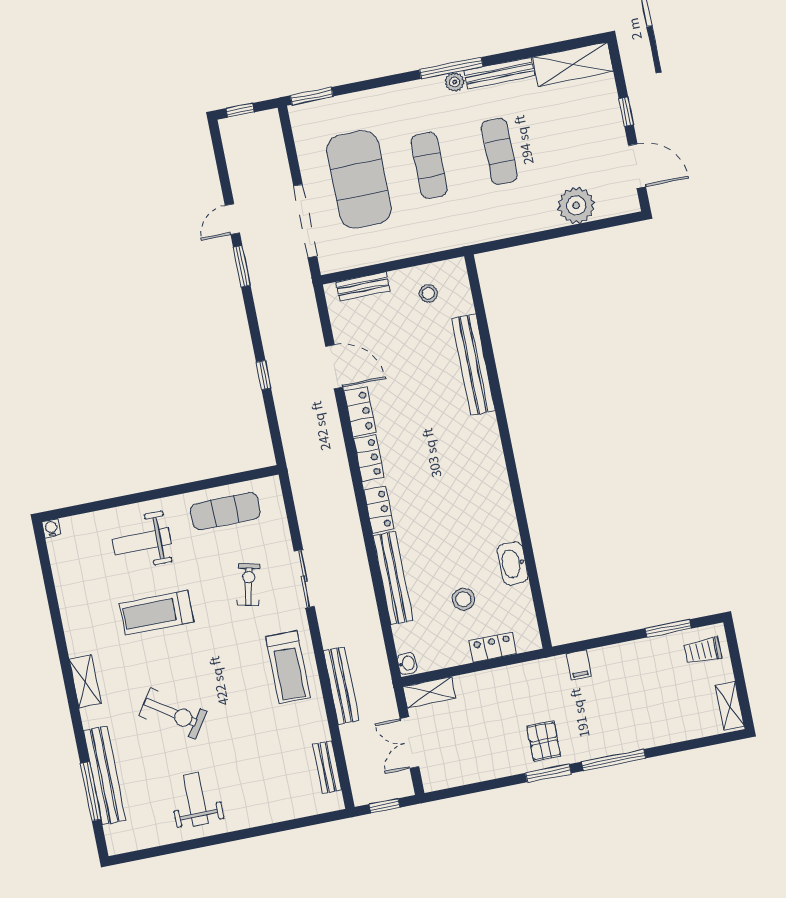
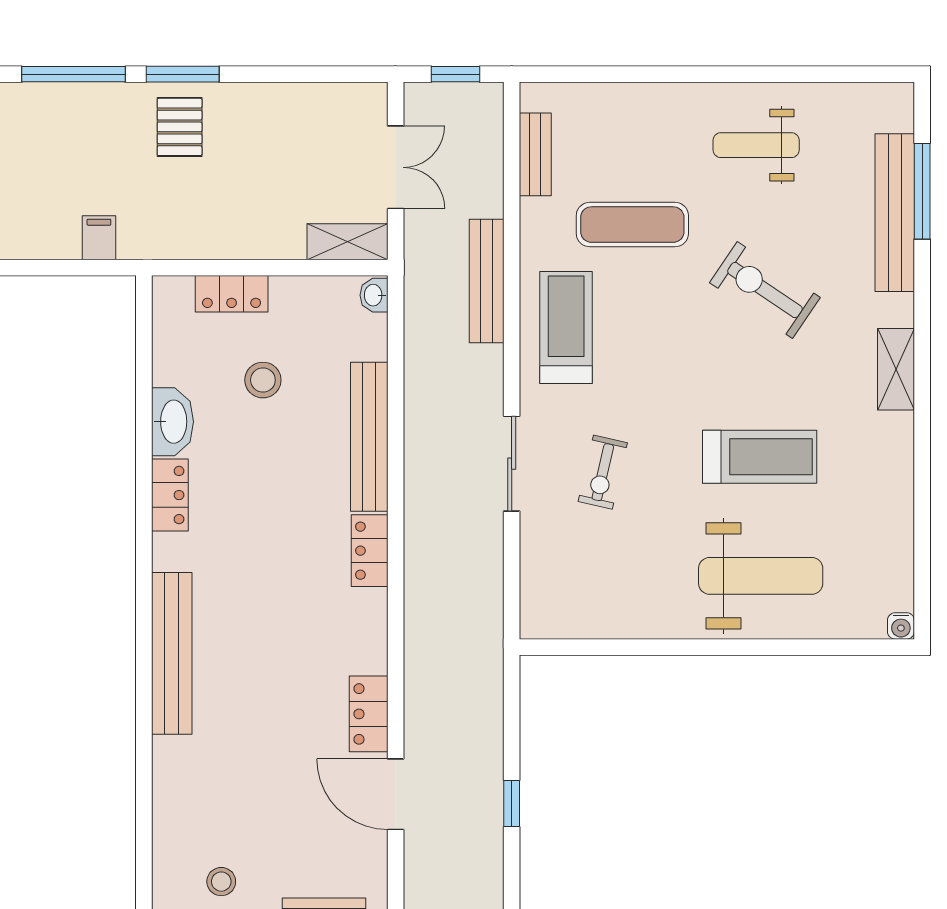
bench: (473, 365) -> (172, 653), moved
locker: (369, 458) -> (170, 495), moved, turned 180
exercise mat: (225, 511) -> (632, 225), moved
weight bench: (141, 541) -> (761, 576), width x1.36, depth x1.33
weight bench: (196, 799) -> (756, 145), turned 90

